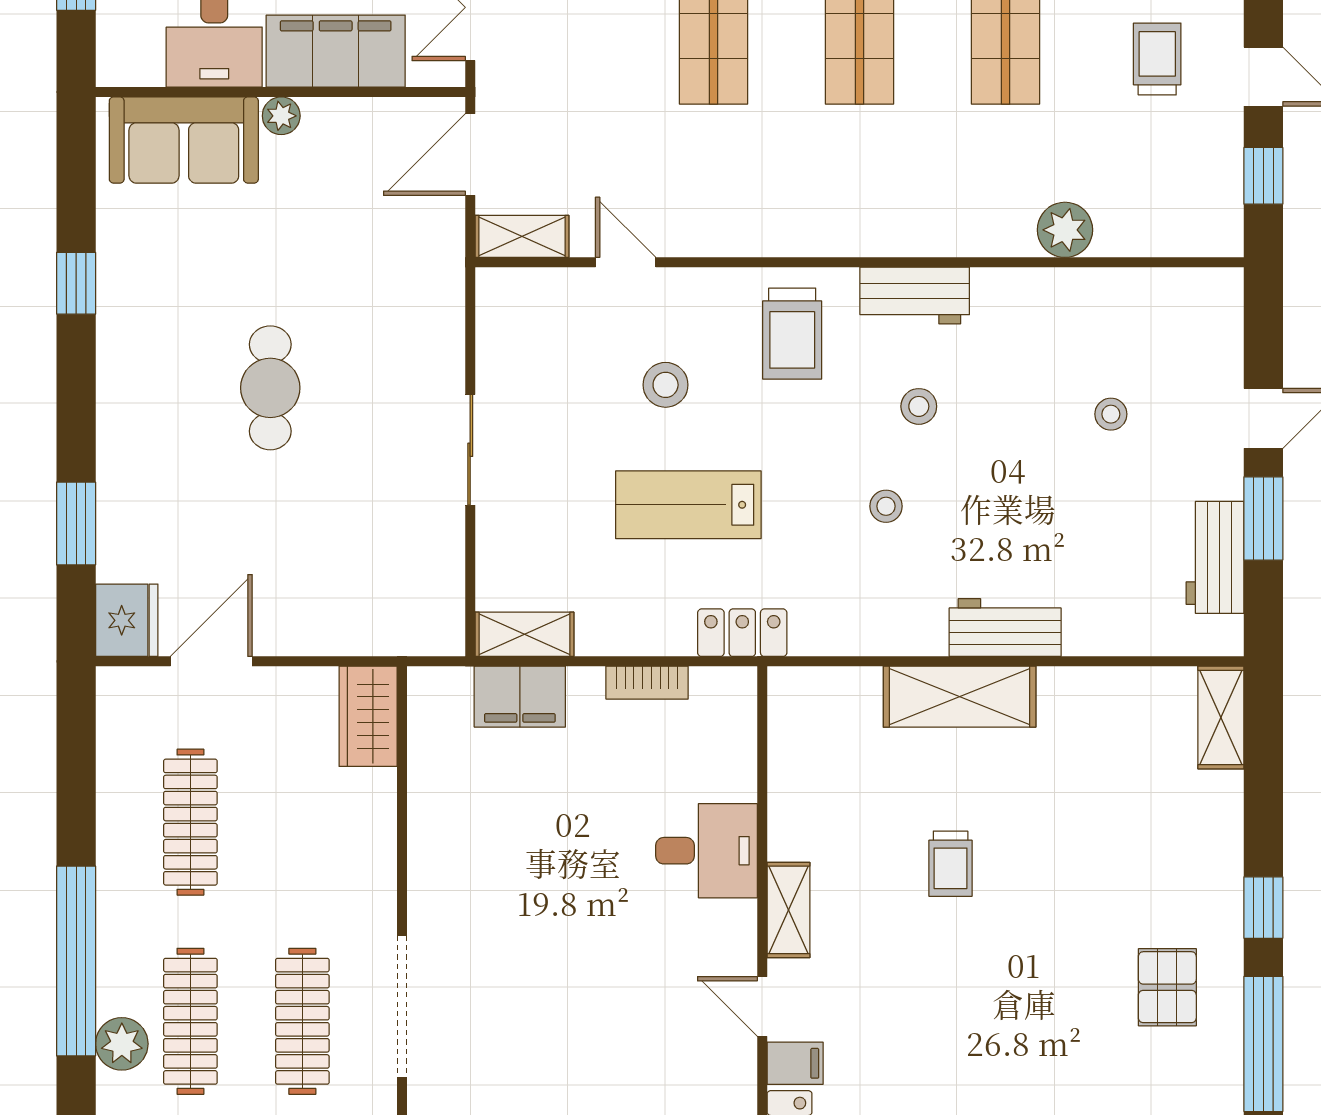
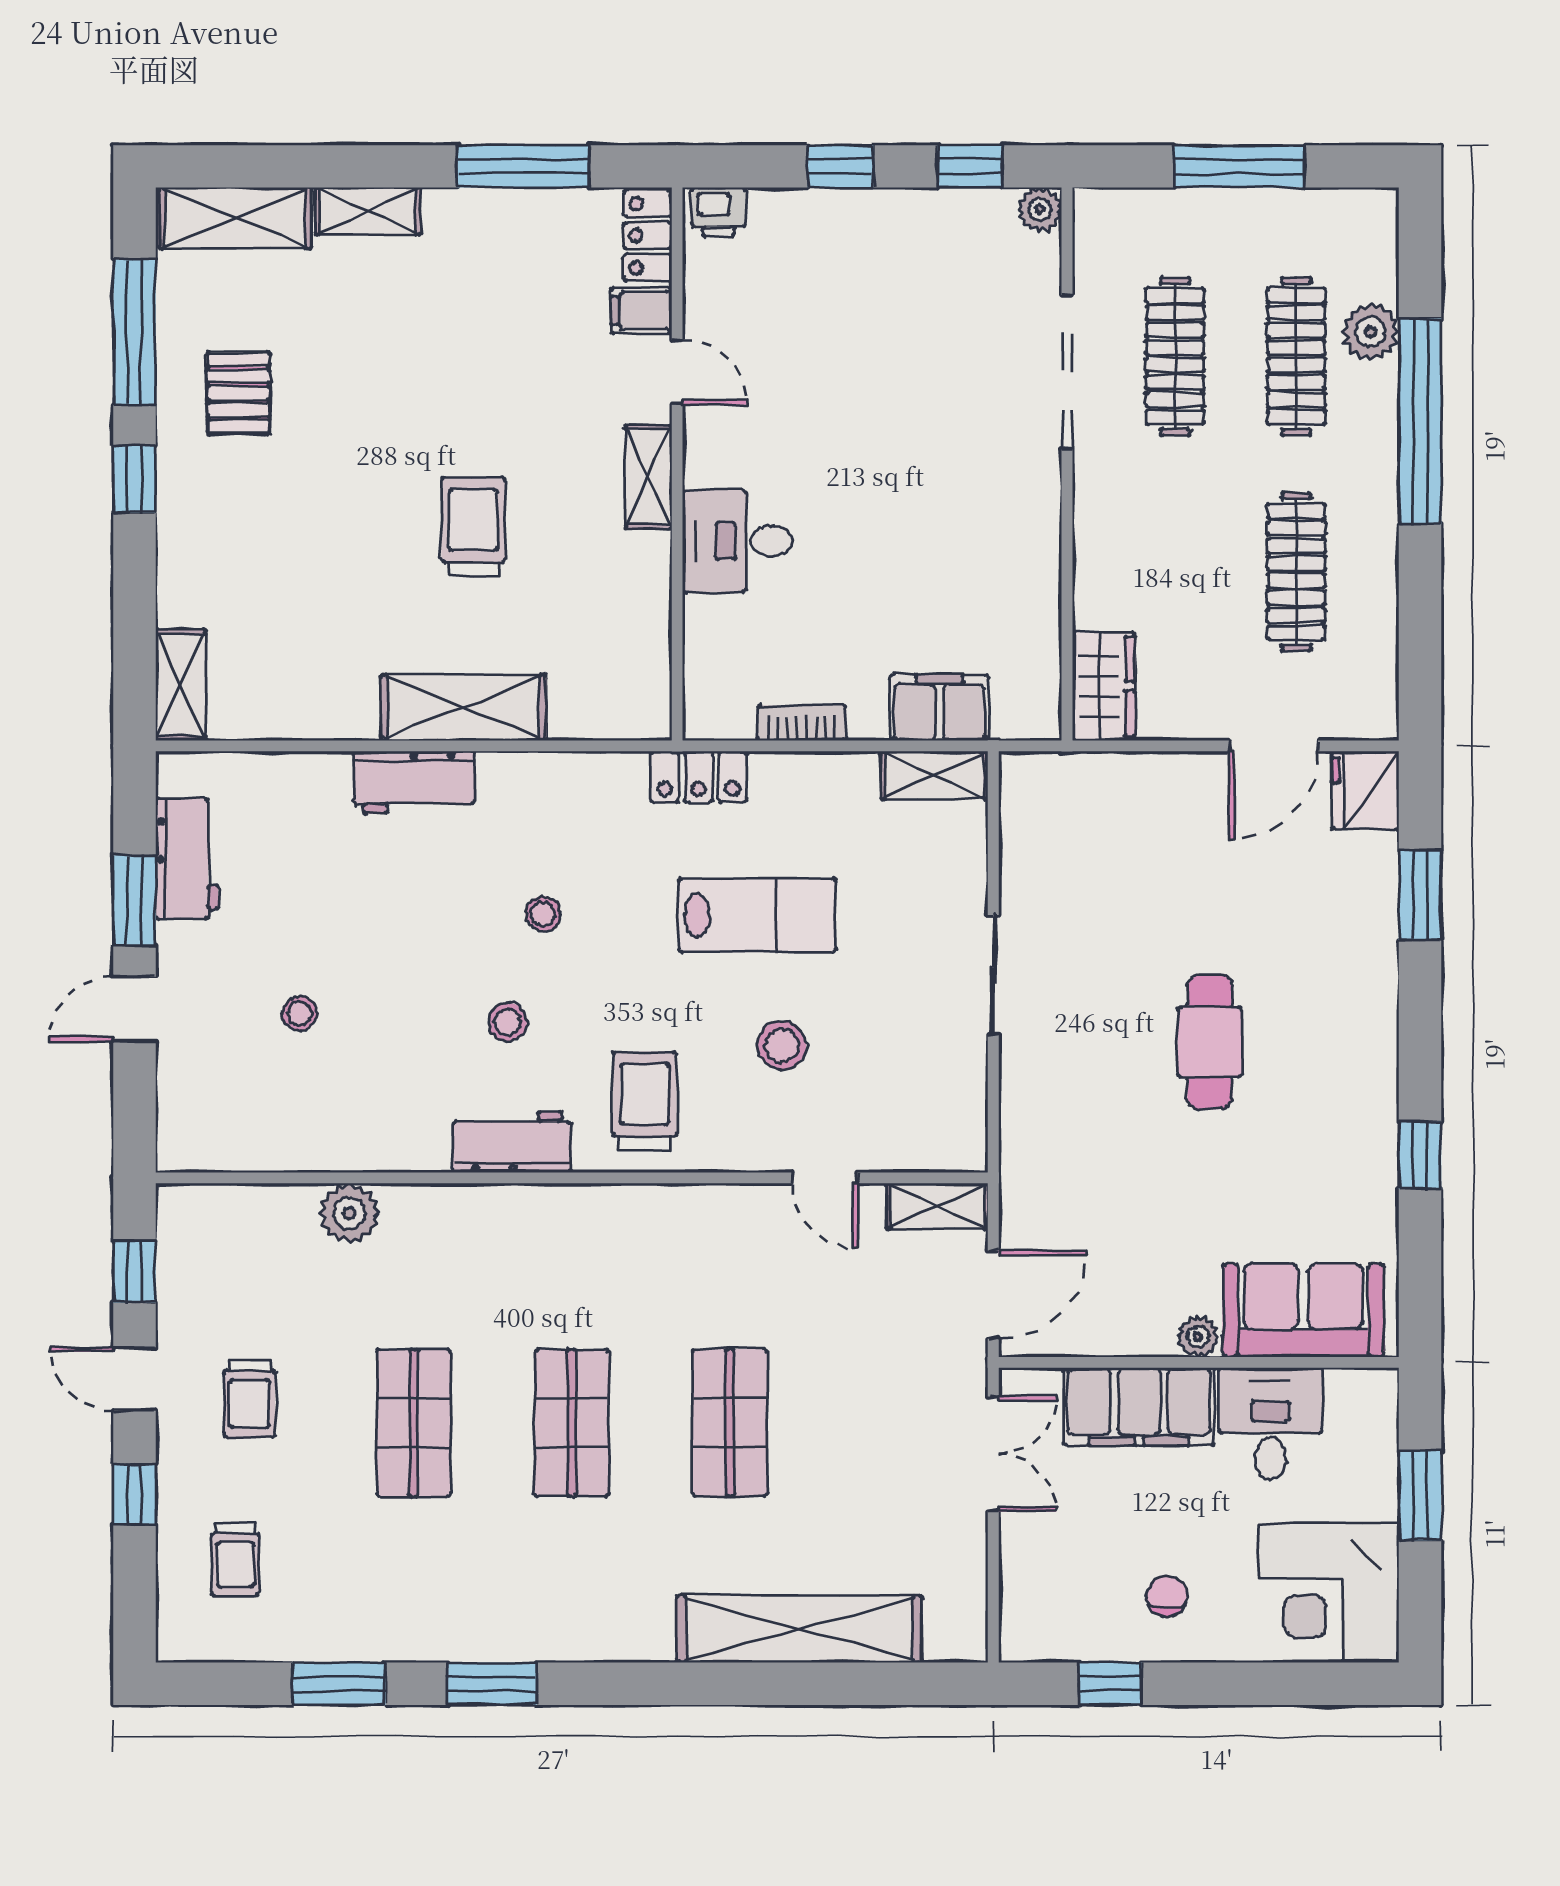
trolley: (951, 864) -> (473, 527), width x1.36, depth x1.39

